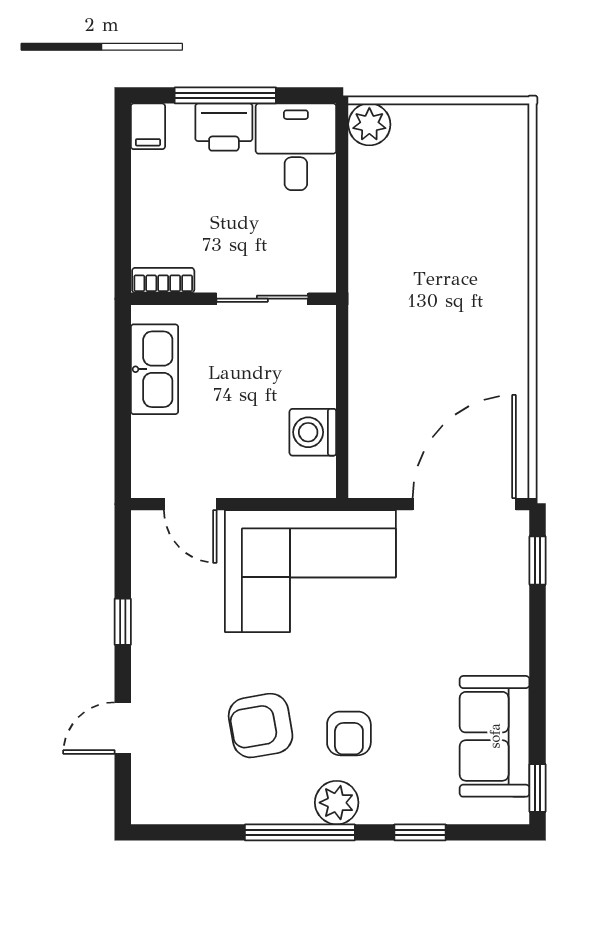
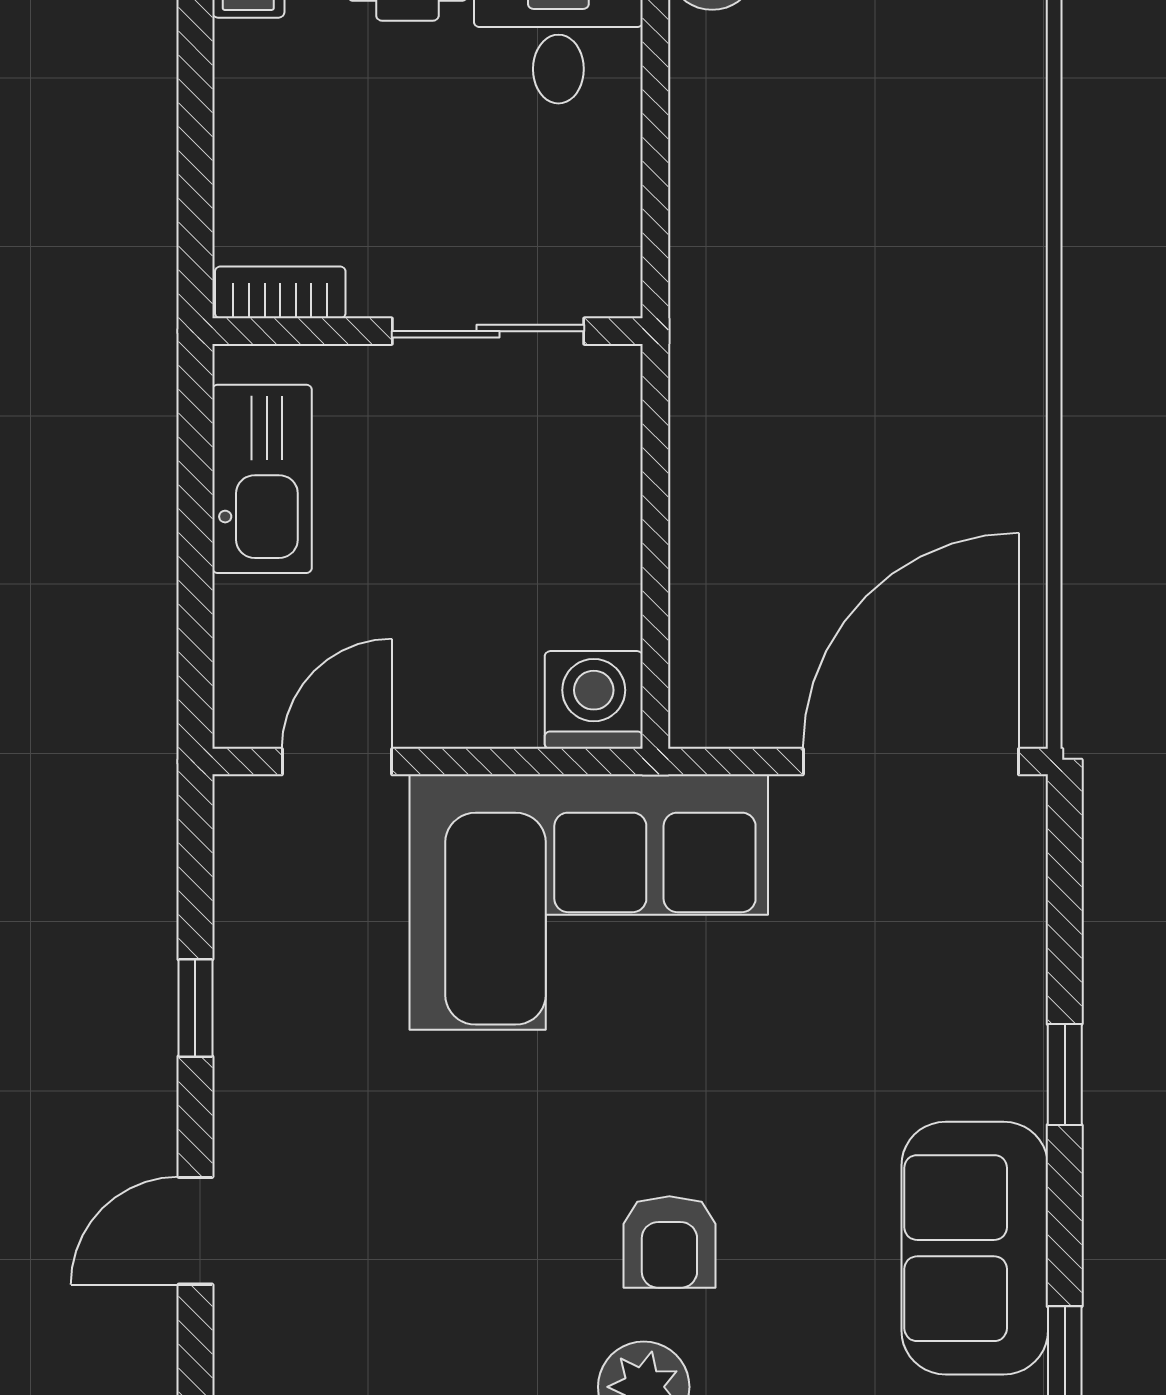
washing machine: (313, 432) -> (594, 700), moved, turned 90
door: (190, 504) -> (337, 762), swing flipped
window: (538, 560) -> (1065, 1075), moved
armchair: (261, 726) -> (484, 1226), removed

